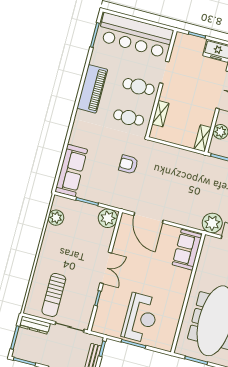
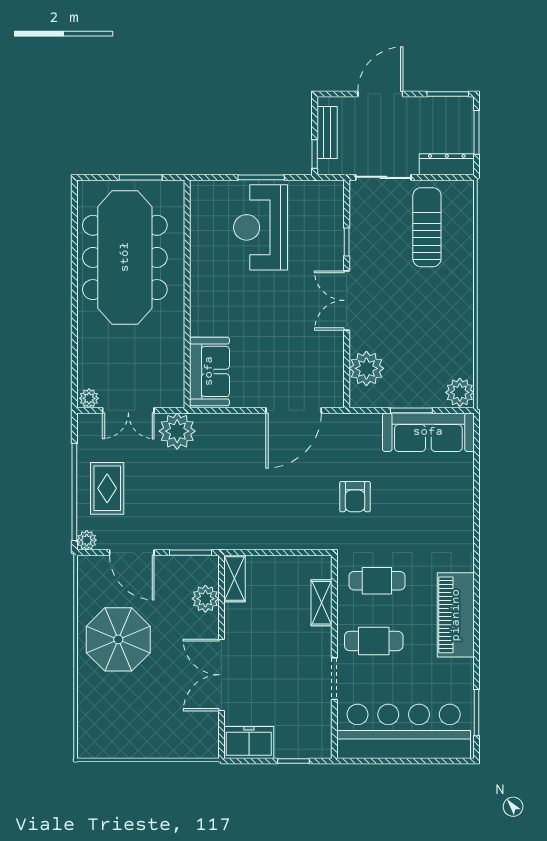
armchair: (128, 164) -> (355, 497), turned 90
sofa: (71, 171) -> (428, 432), moved, turned -90
plant: (56, 218) -> (460, 392), moved
plant: (108, 218) -> (366, 368), moved
door: (149, 218) -> (294, 410), swing flipped

